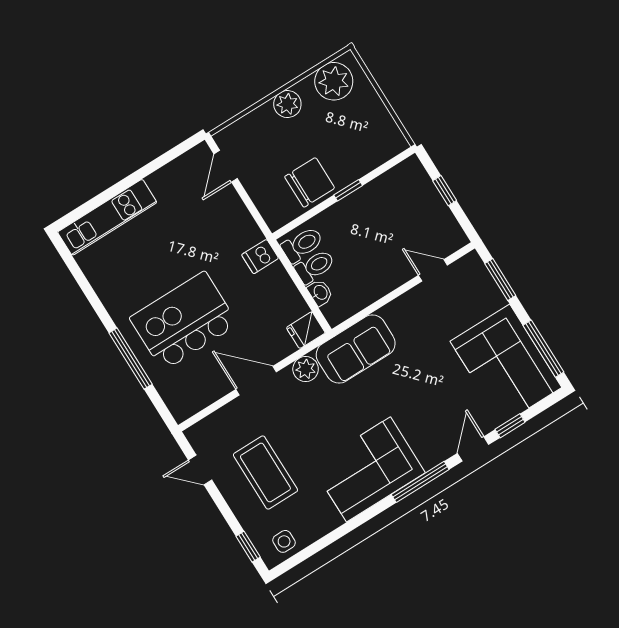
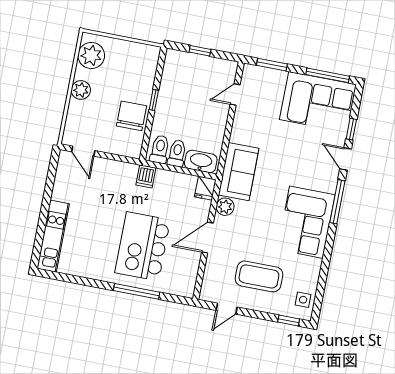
washbasin: (320, 293) -> (201, 161), width x1.91, depth x1.45

